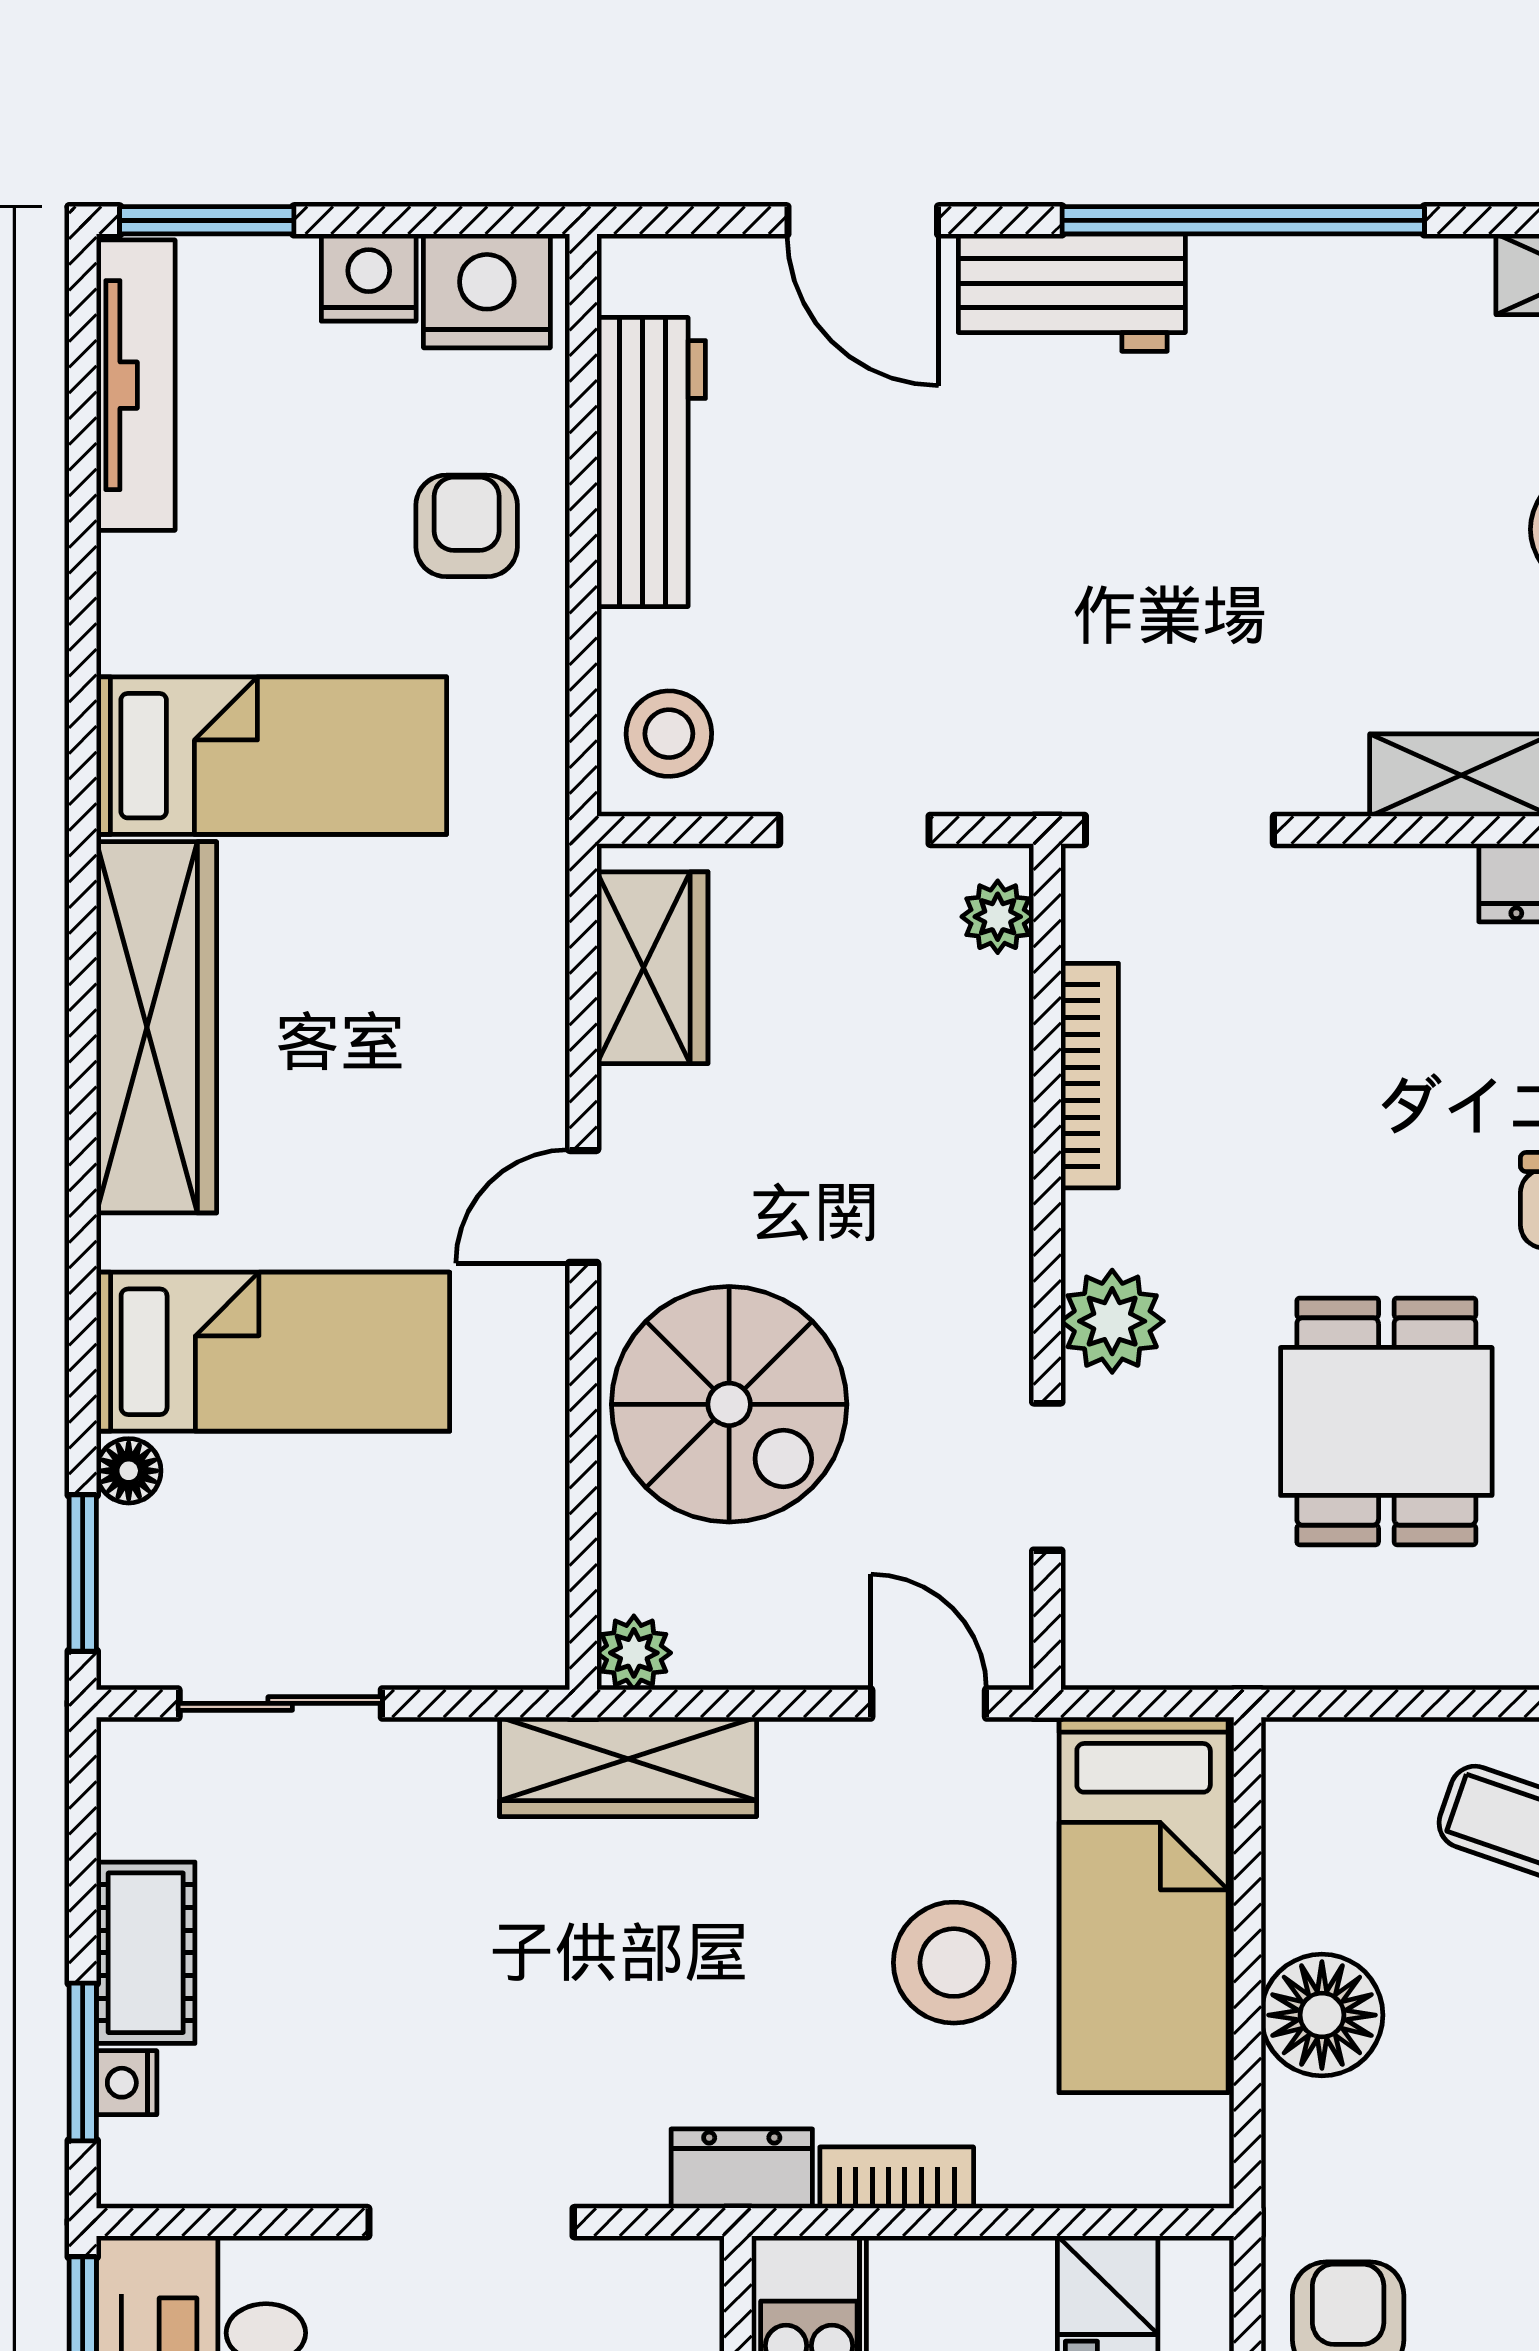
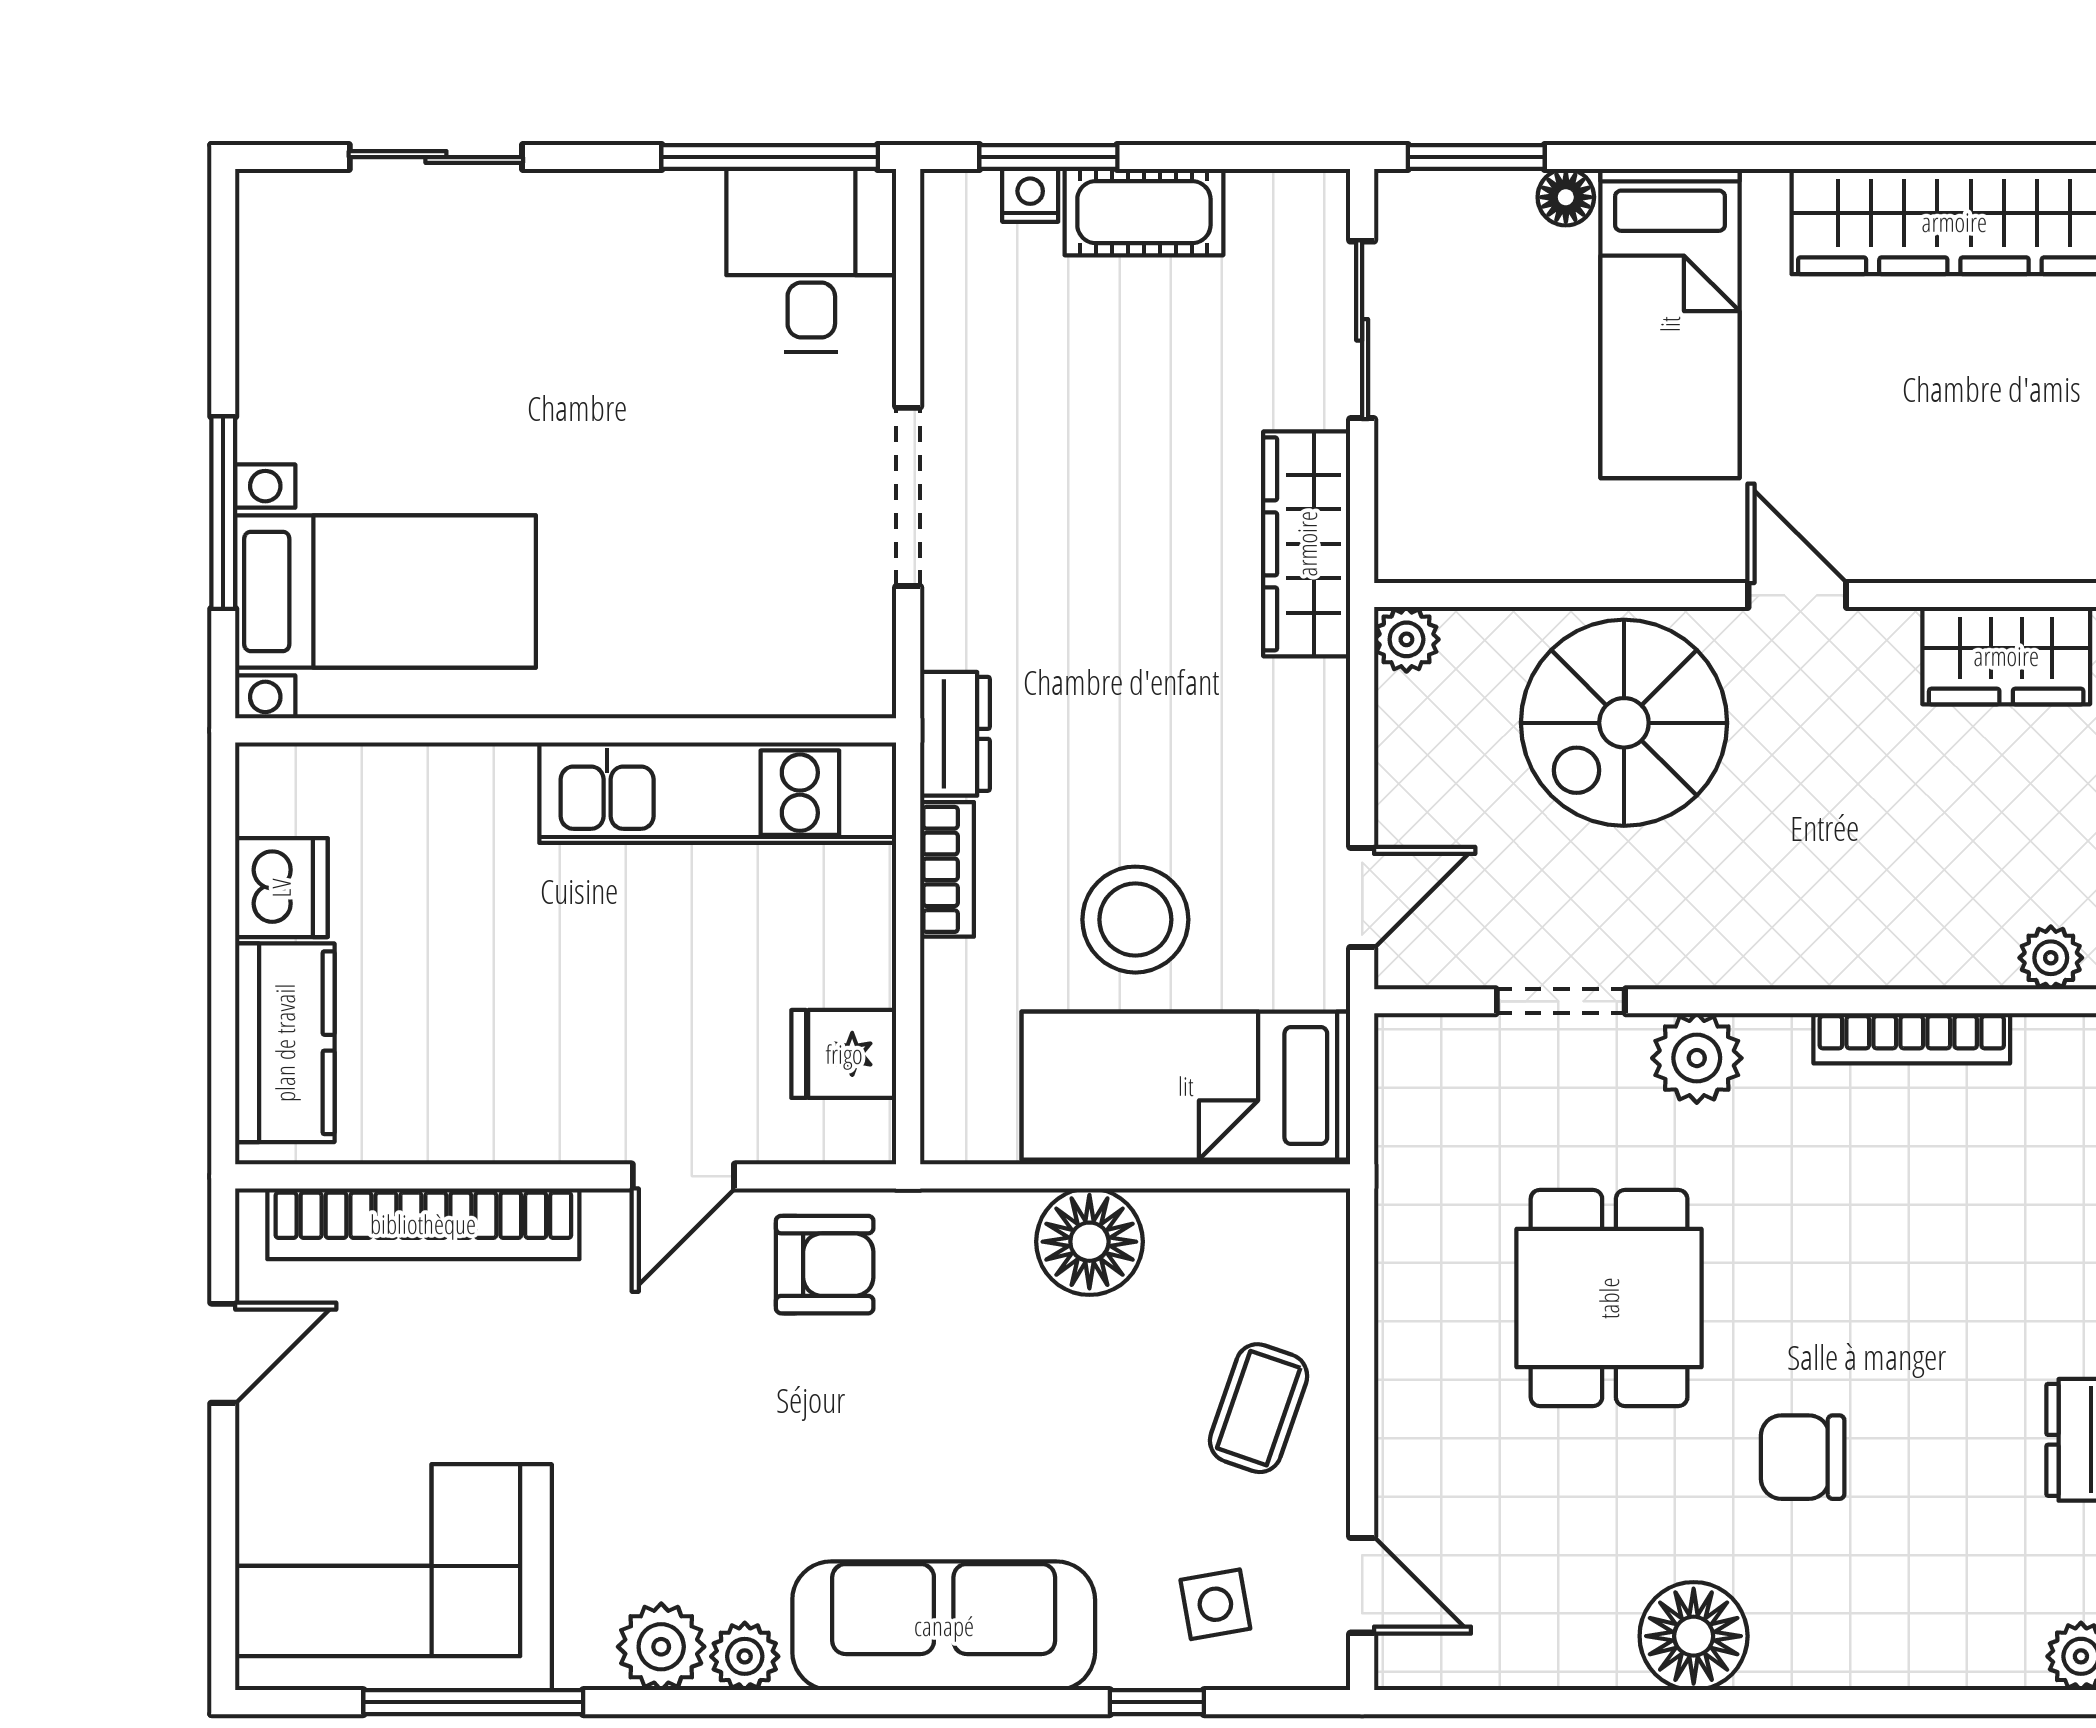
dining table: (1386, 1421) -> (1609, 1298), turned 90
wardrobe: (628, 1767) -> (1307, 544), moved

